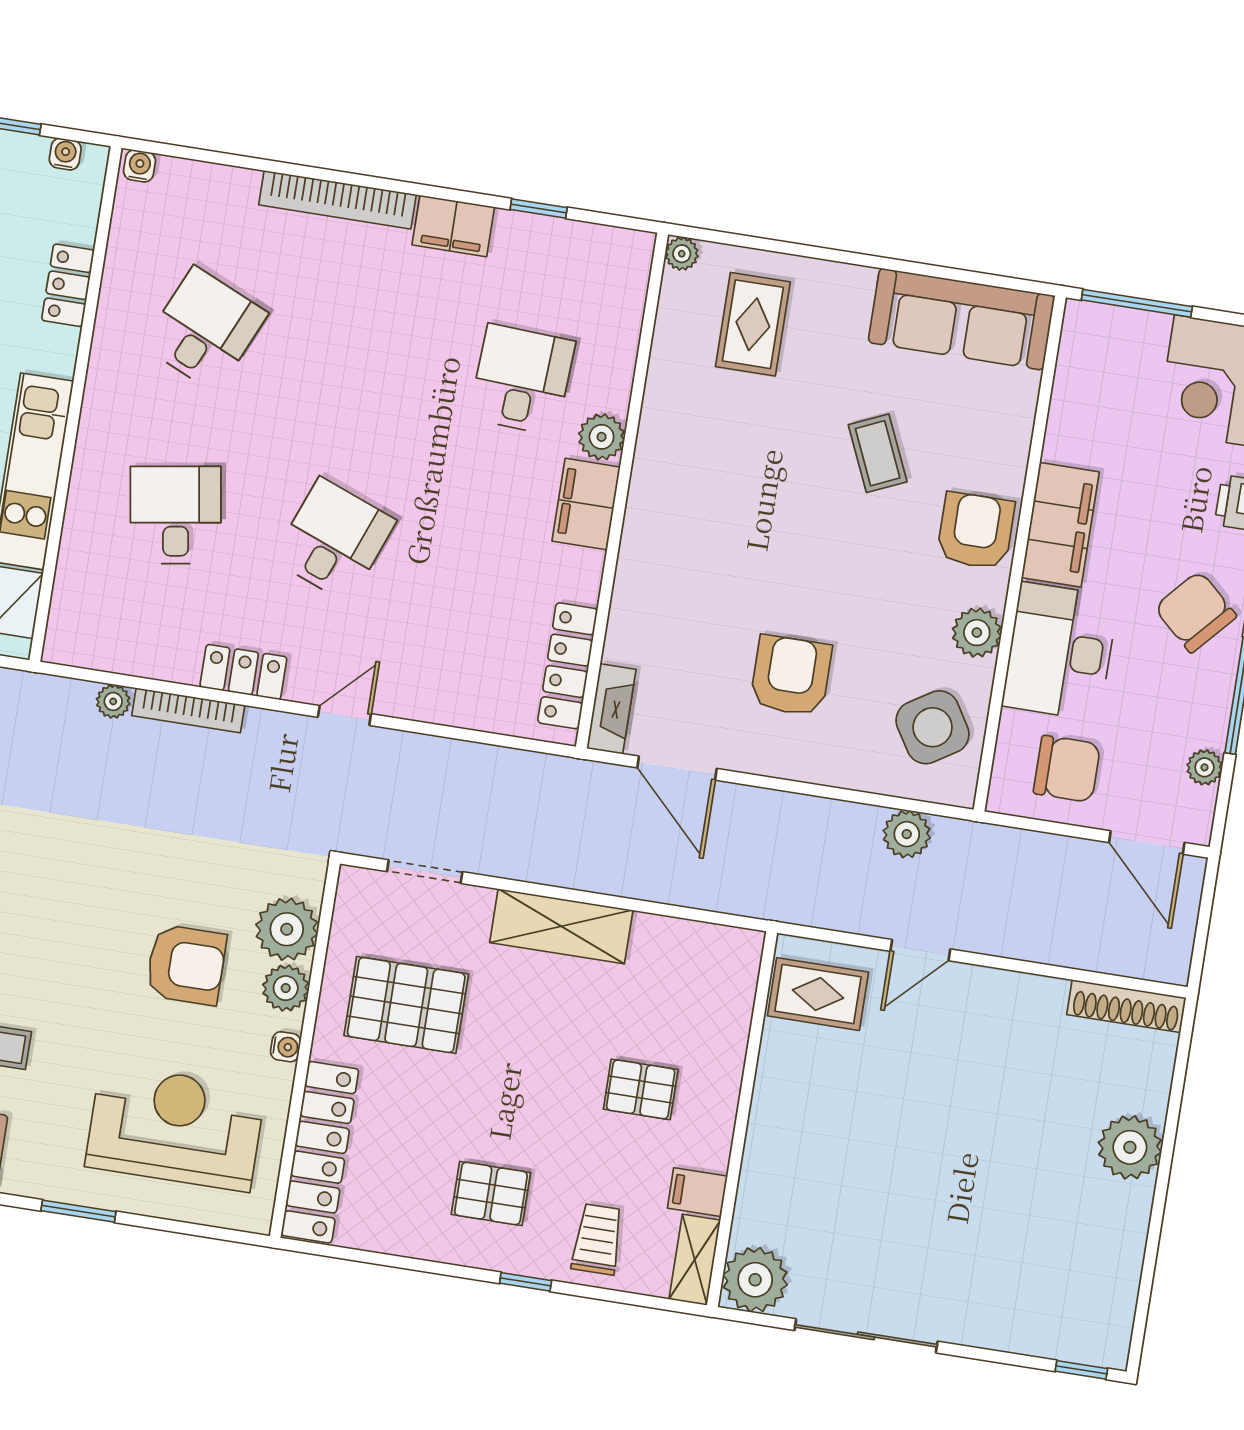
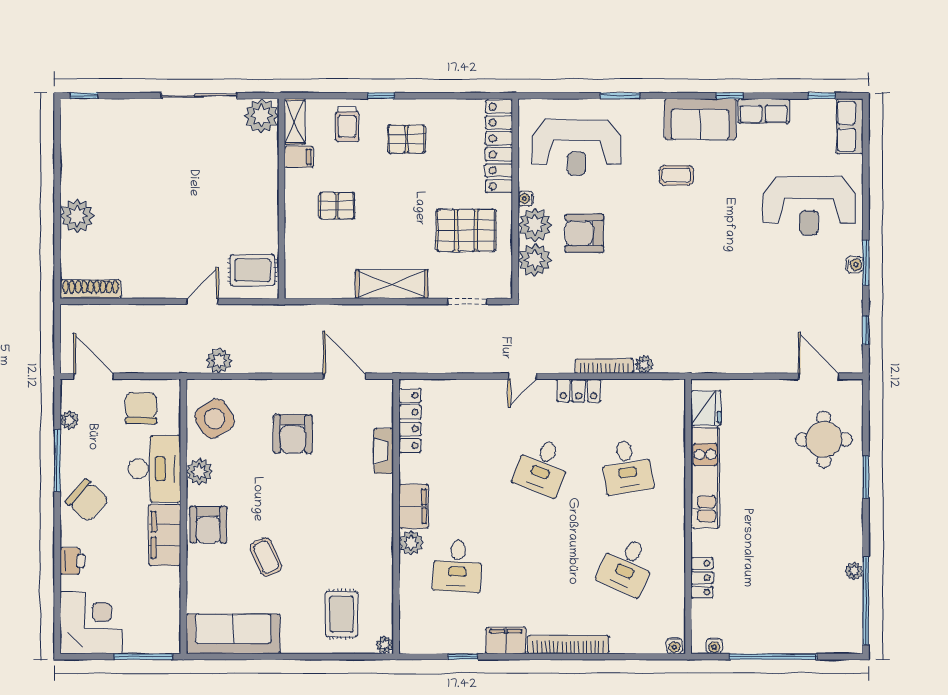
fireplace: (611, 709) -> (384, 451), moved
chair: (1067, 769) -> (141, 408), turned 90
plant: (286, 988) -> (535, 225), width x1.36, depth x1.36

